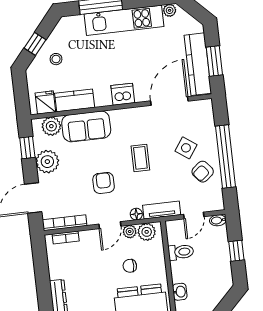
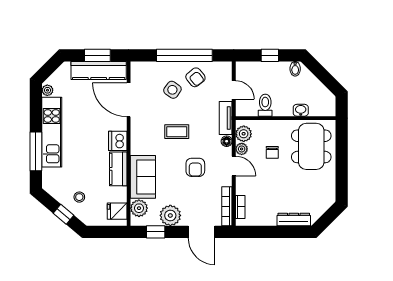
kitchen counter: (75, 100) -> (118, 169), moved
armchair: (104, 183) -> (195, 167), turned -90
bidet: (218, 220) -> (295, 69), moved

